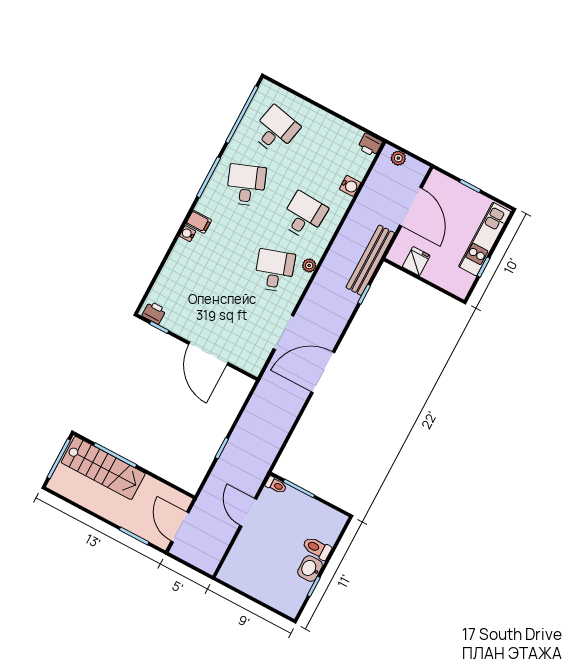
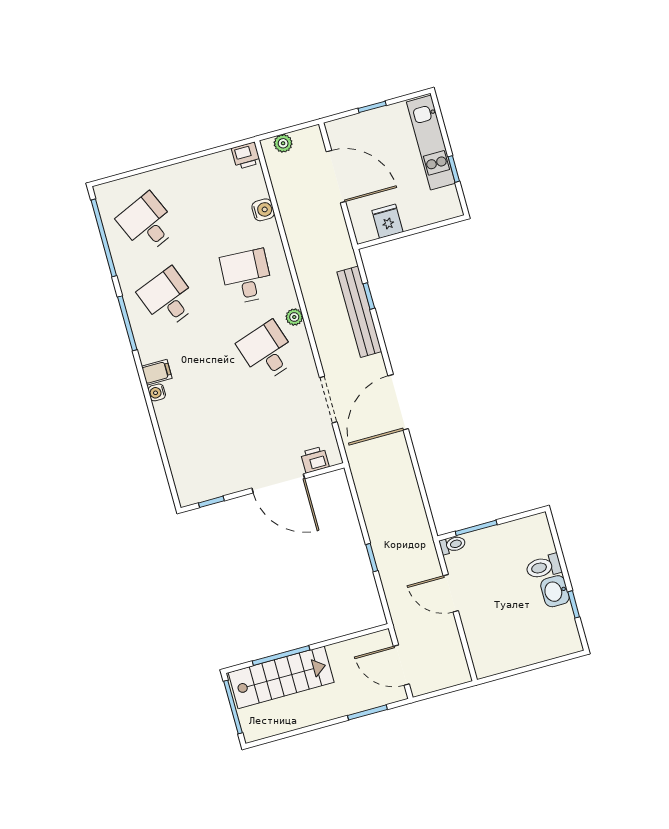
desk: (275, 130) -> (147, 223), turned -36
bench: (370, 260) -> (359, 312), moved
printer: (154, 313) -> (315, 460), moved

